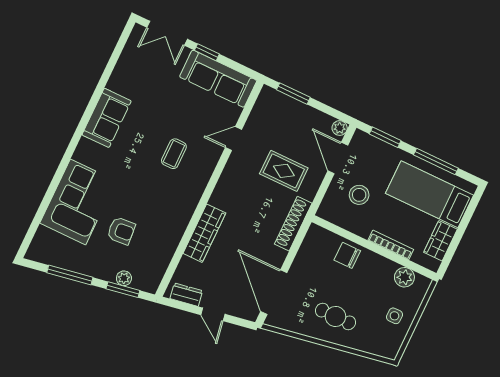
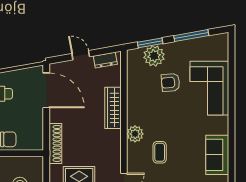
plant: (193, 190) -> (135, 134), added
plant: (124, 278) -> (154, 56), width x1.87, depth x1.87

